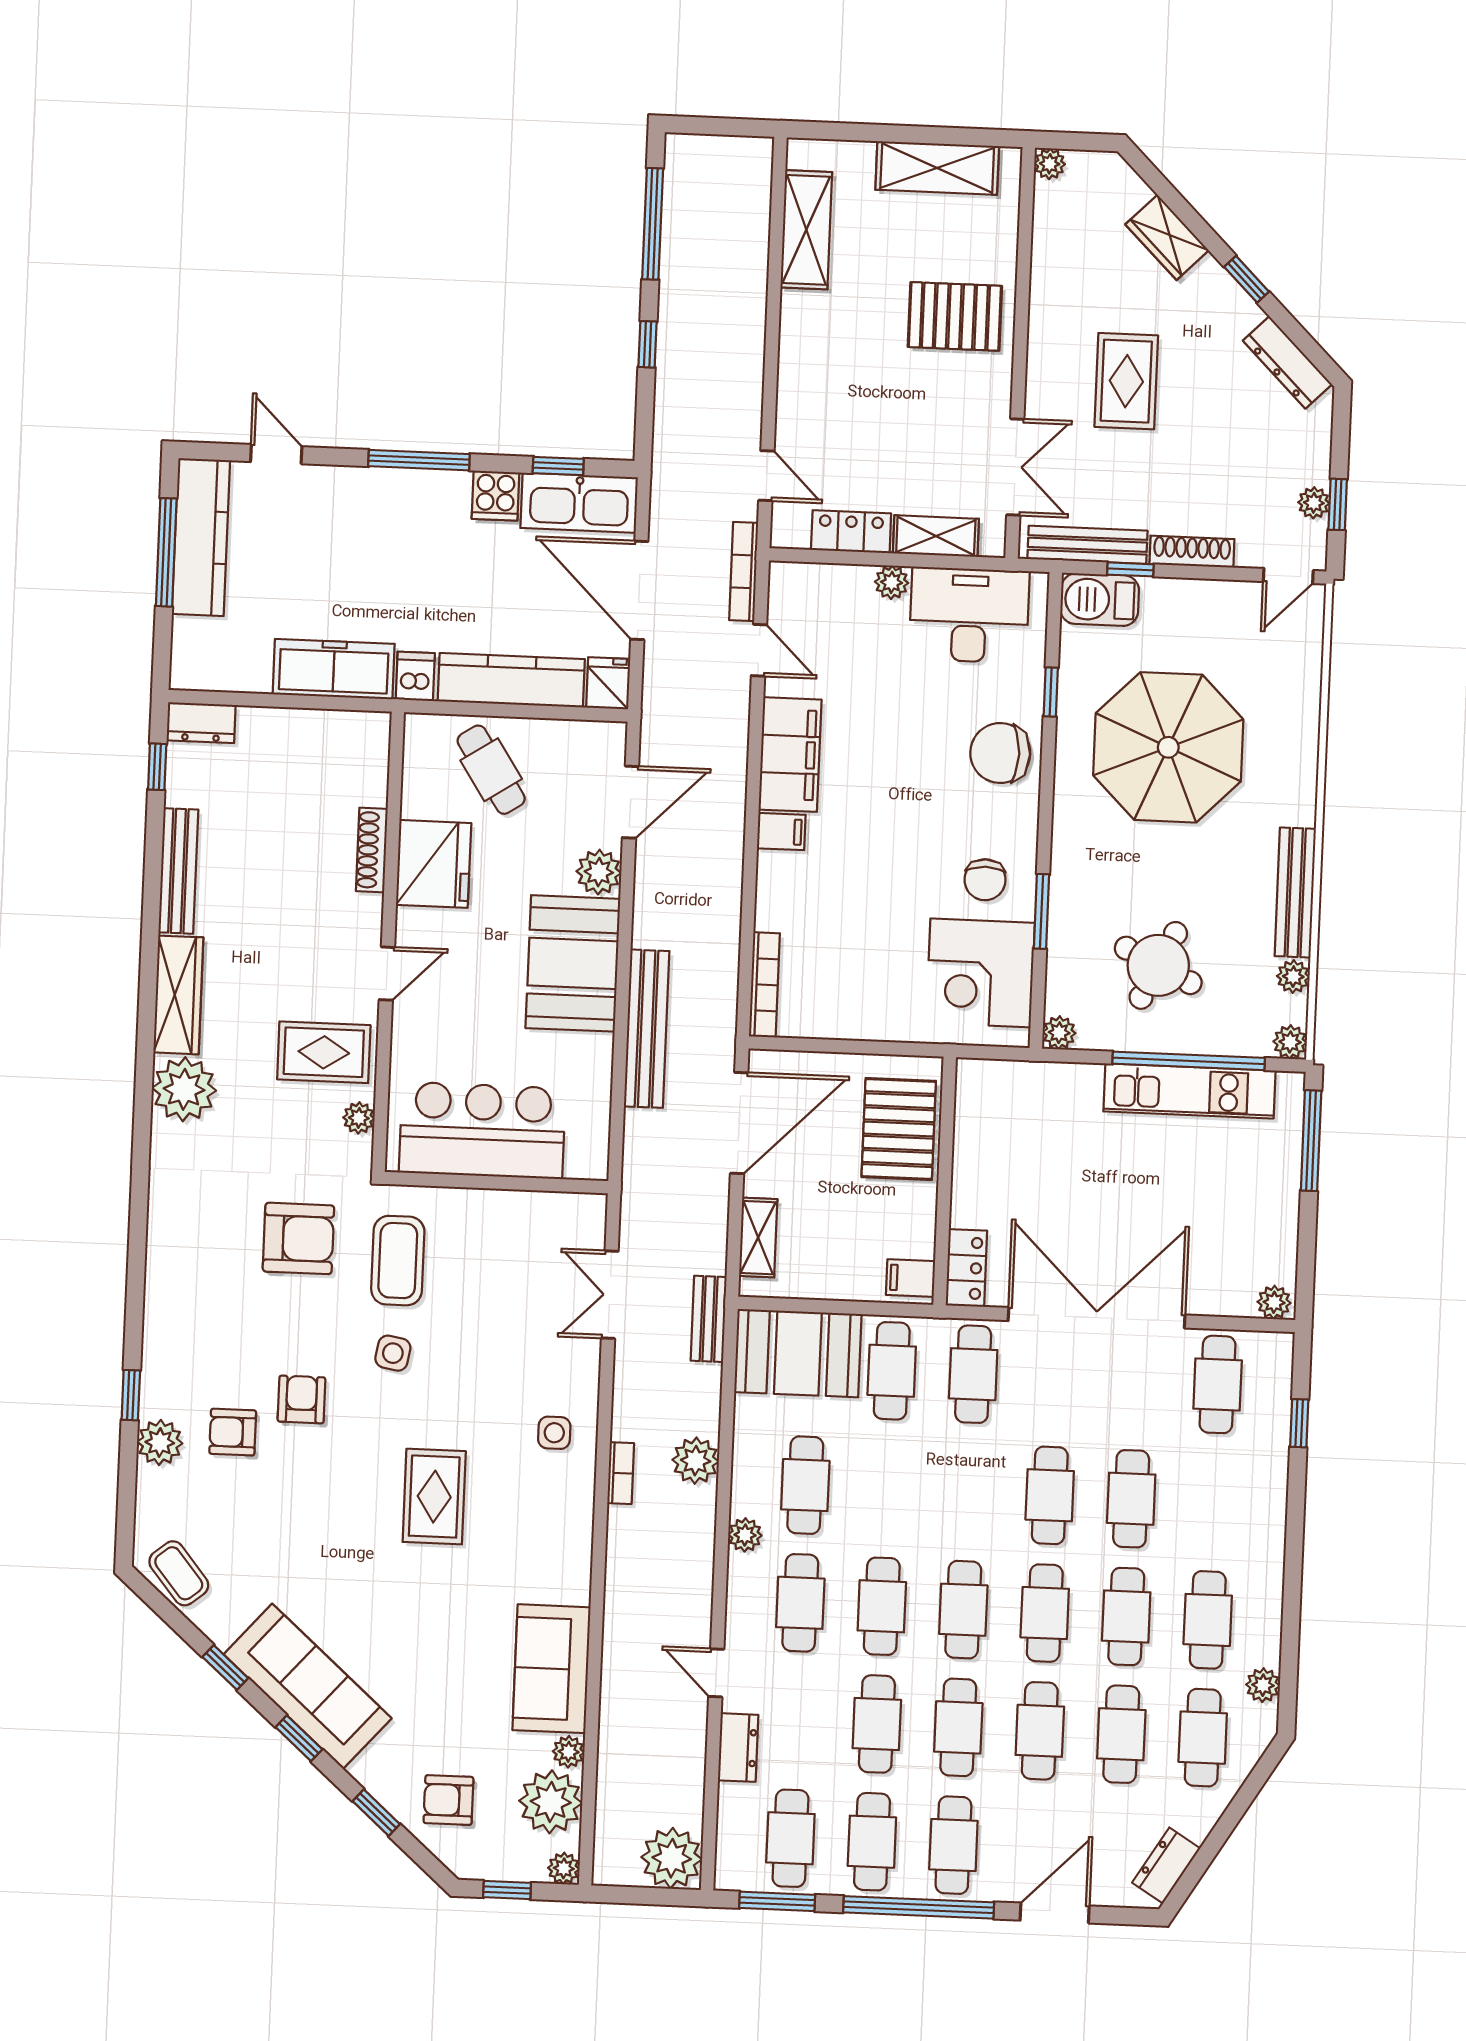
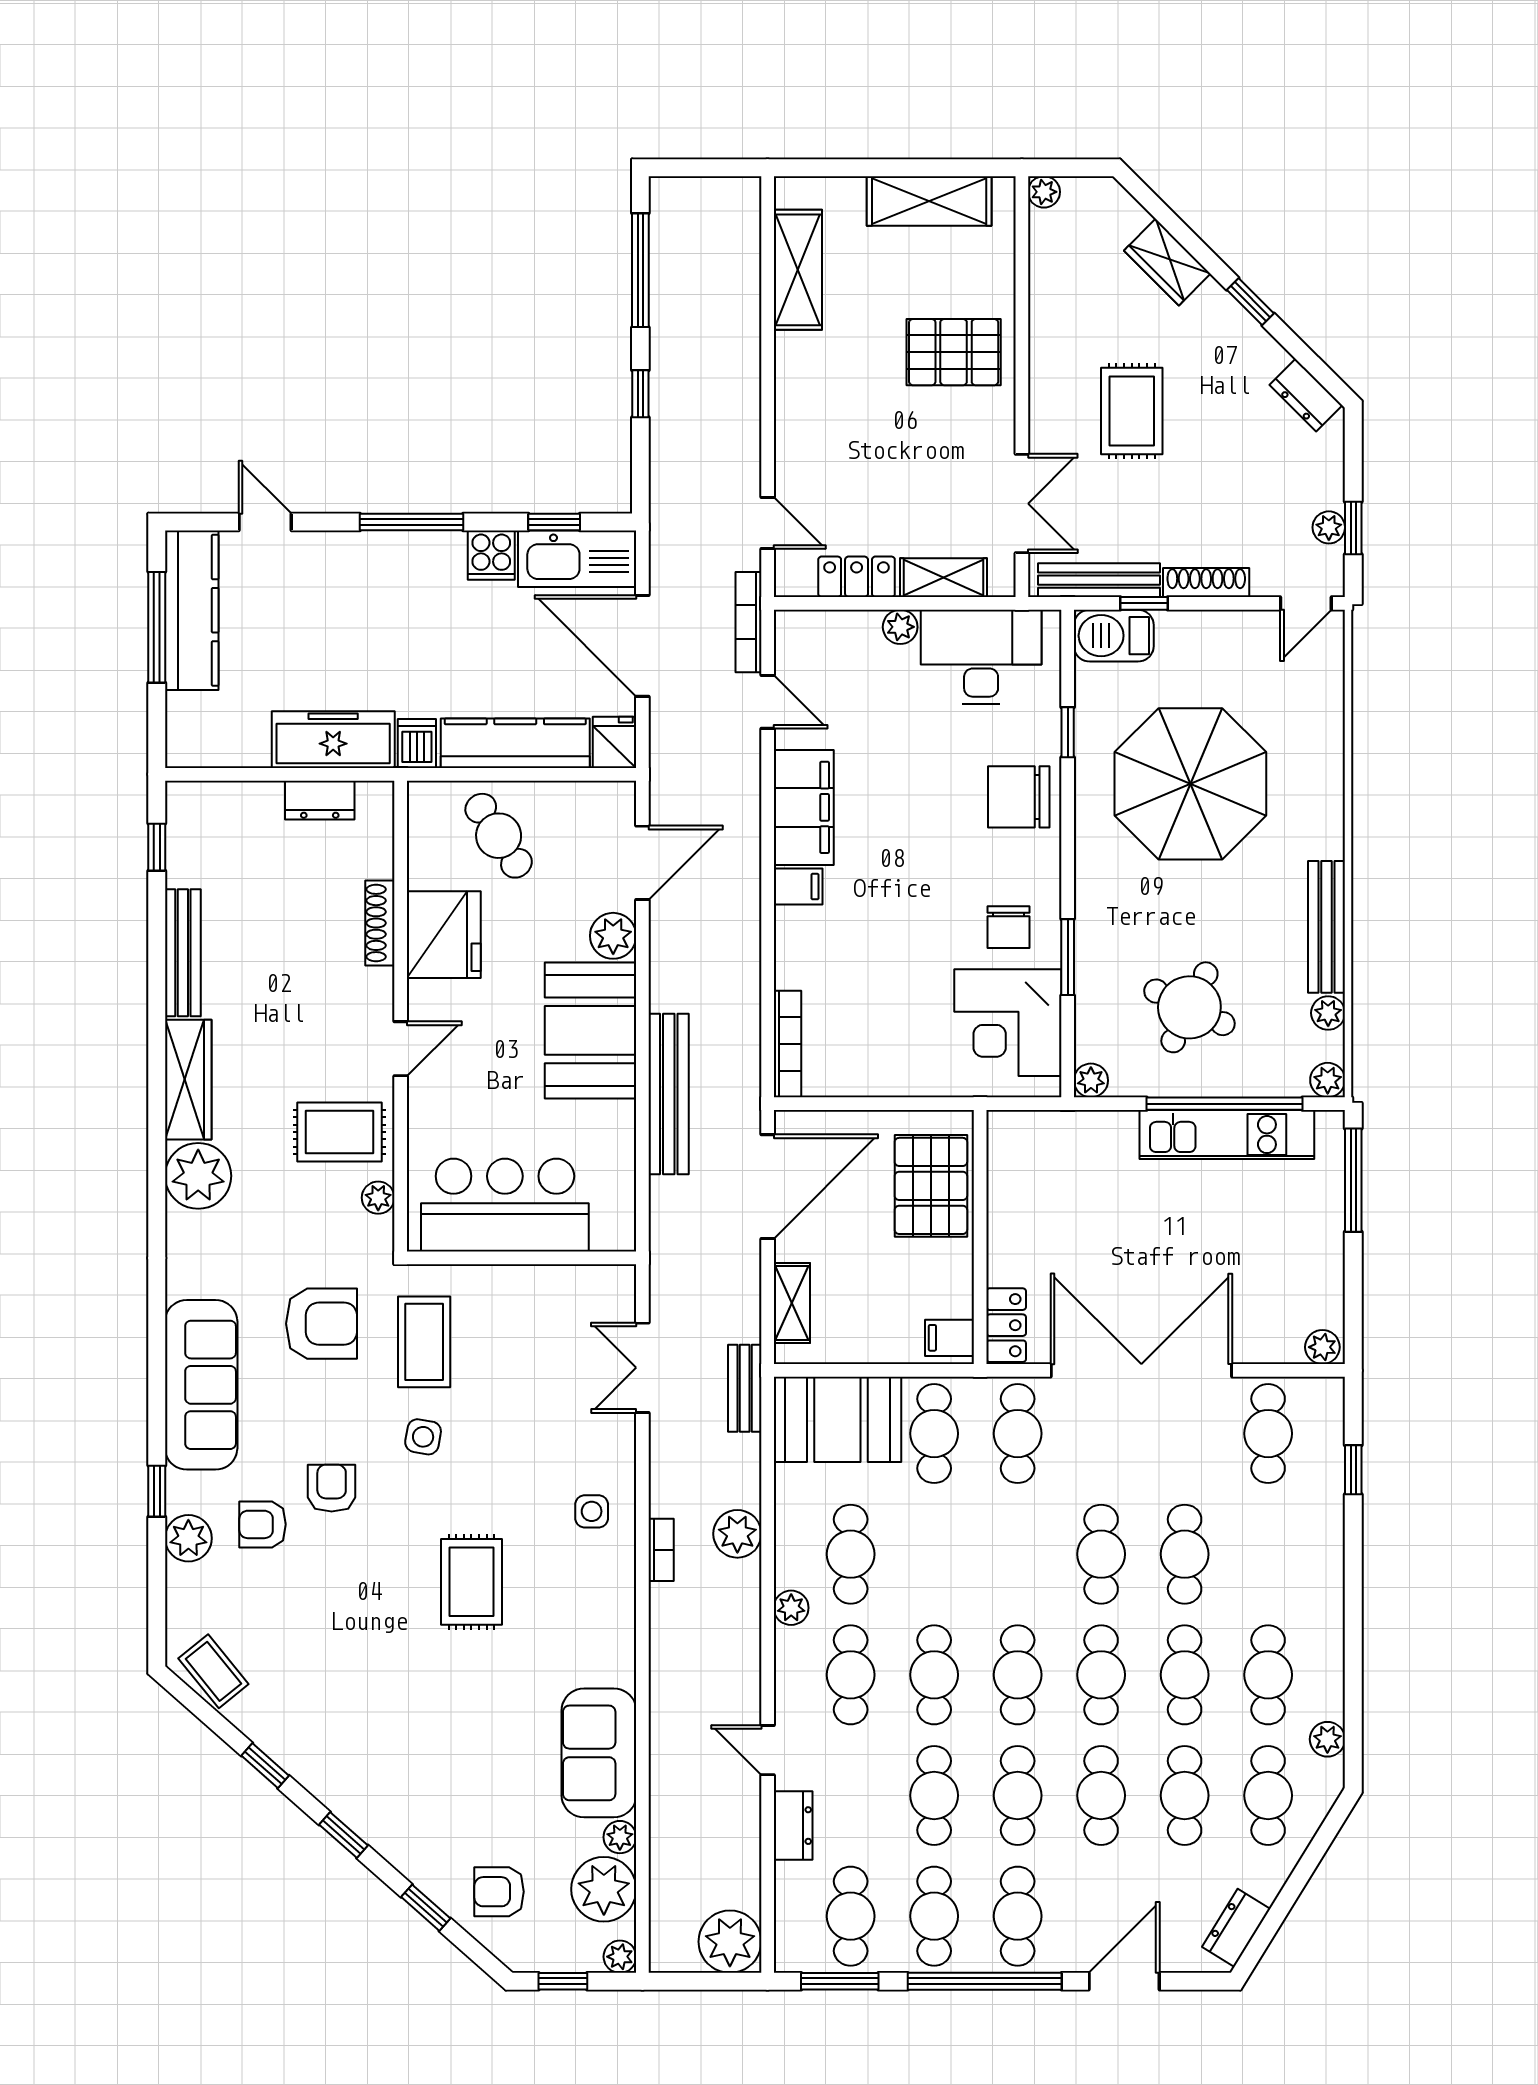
dresser: (1287, 362) -> (1306, 395), width x0.70
dresser: (201, 723) -> (320, 800), moved
sofa: (308, 1686) -> (201, 1385), moved, turned 49

